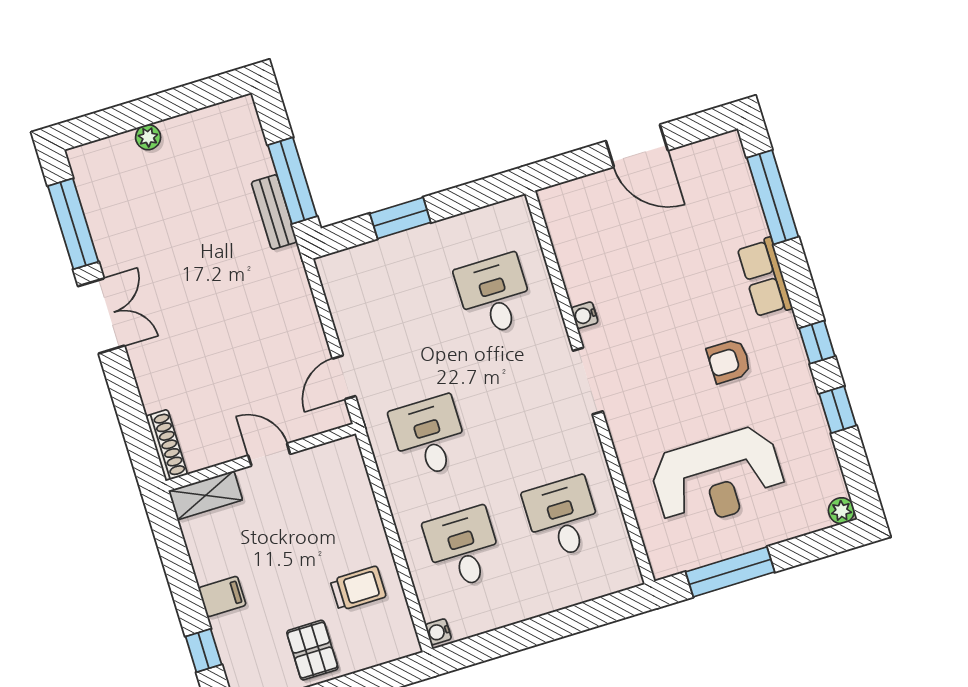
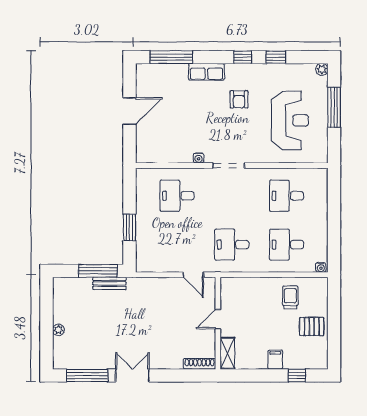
window: (730, 572) -> (334, 107), moved

